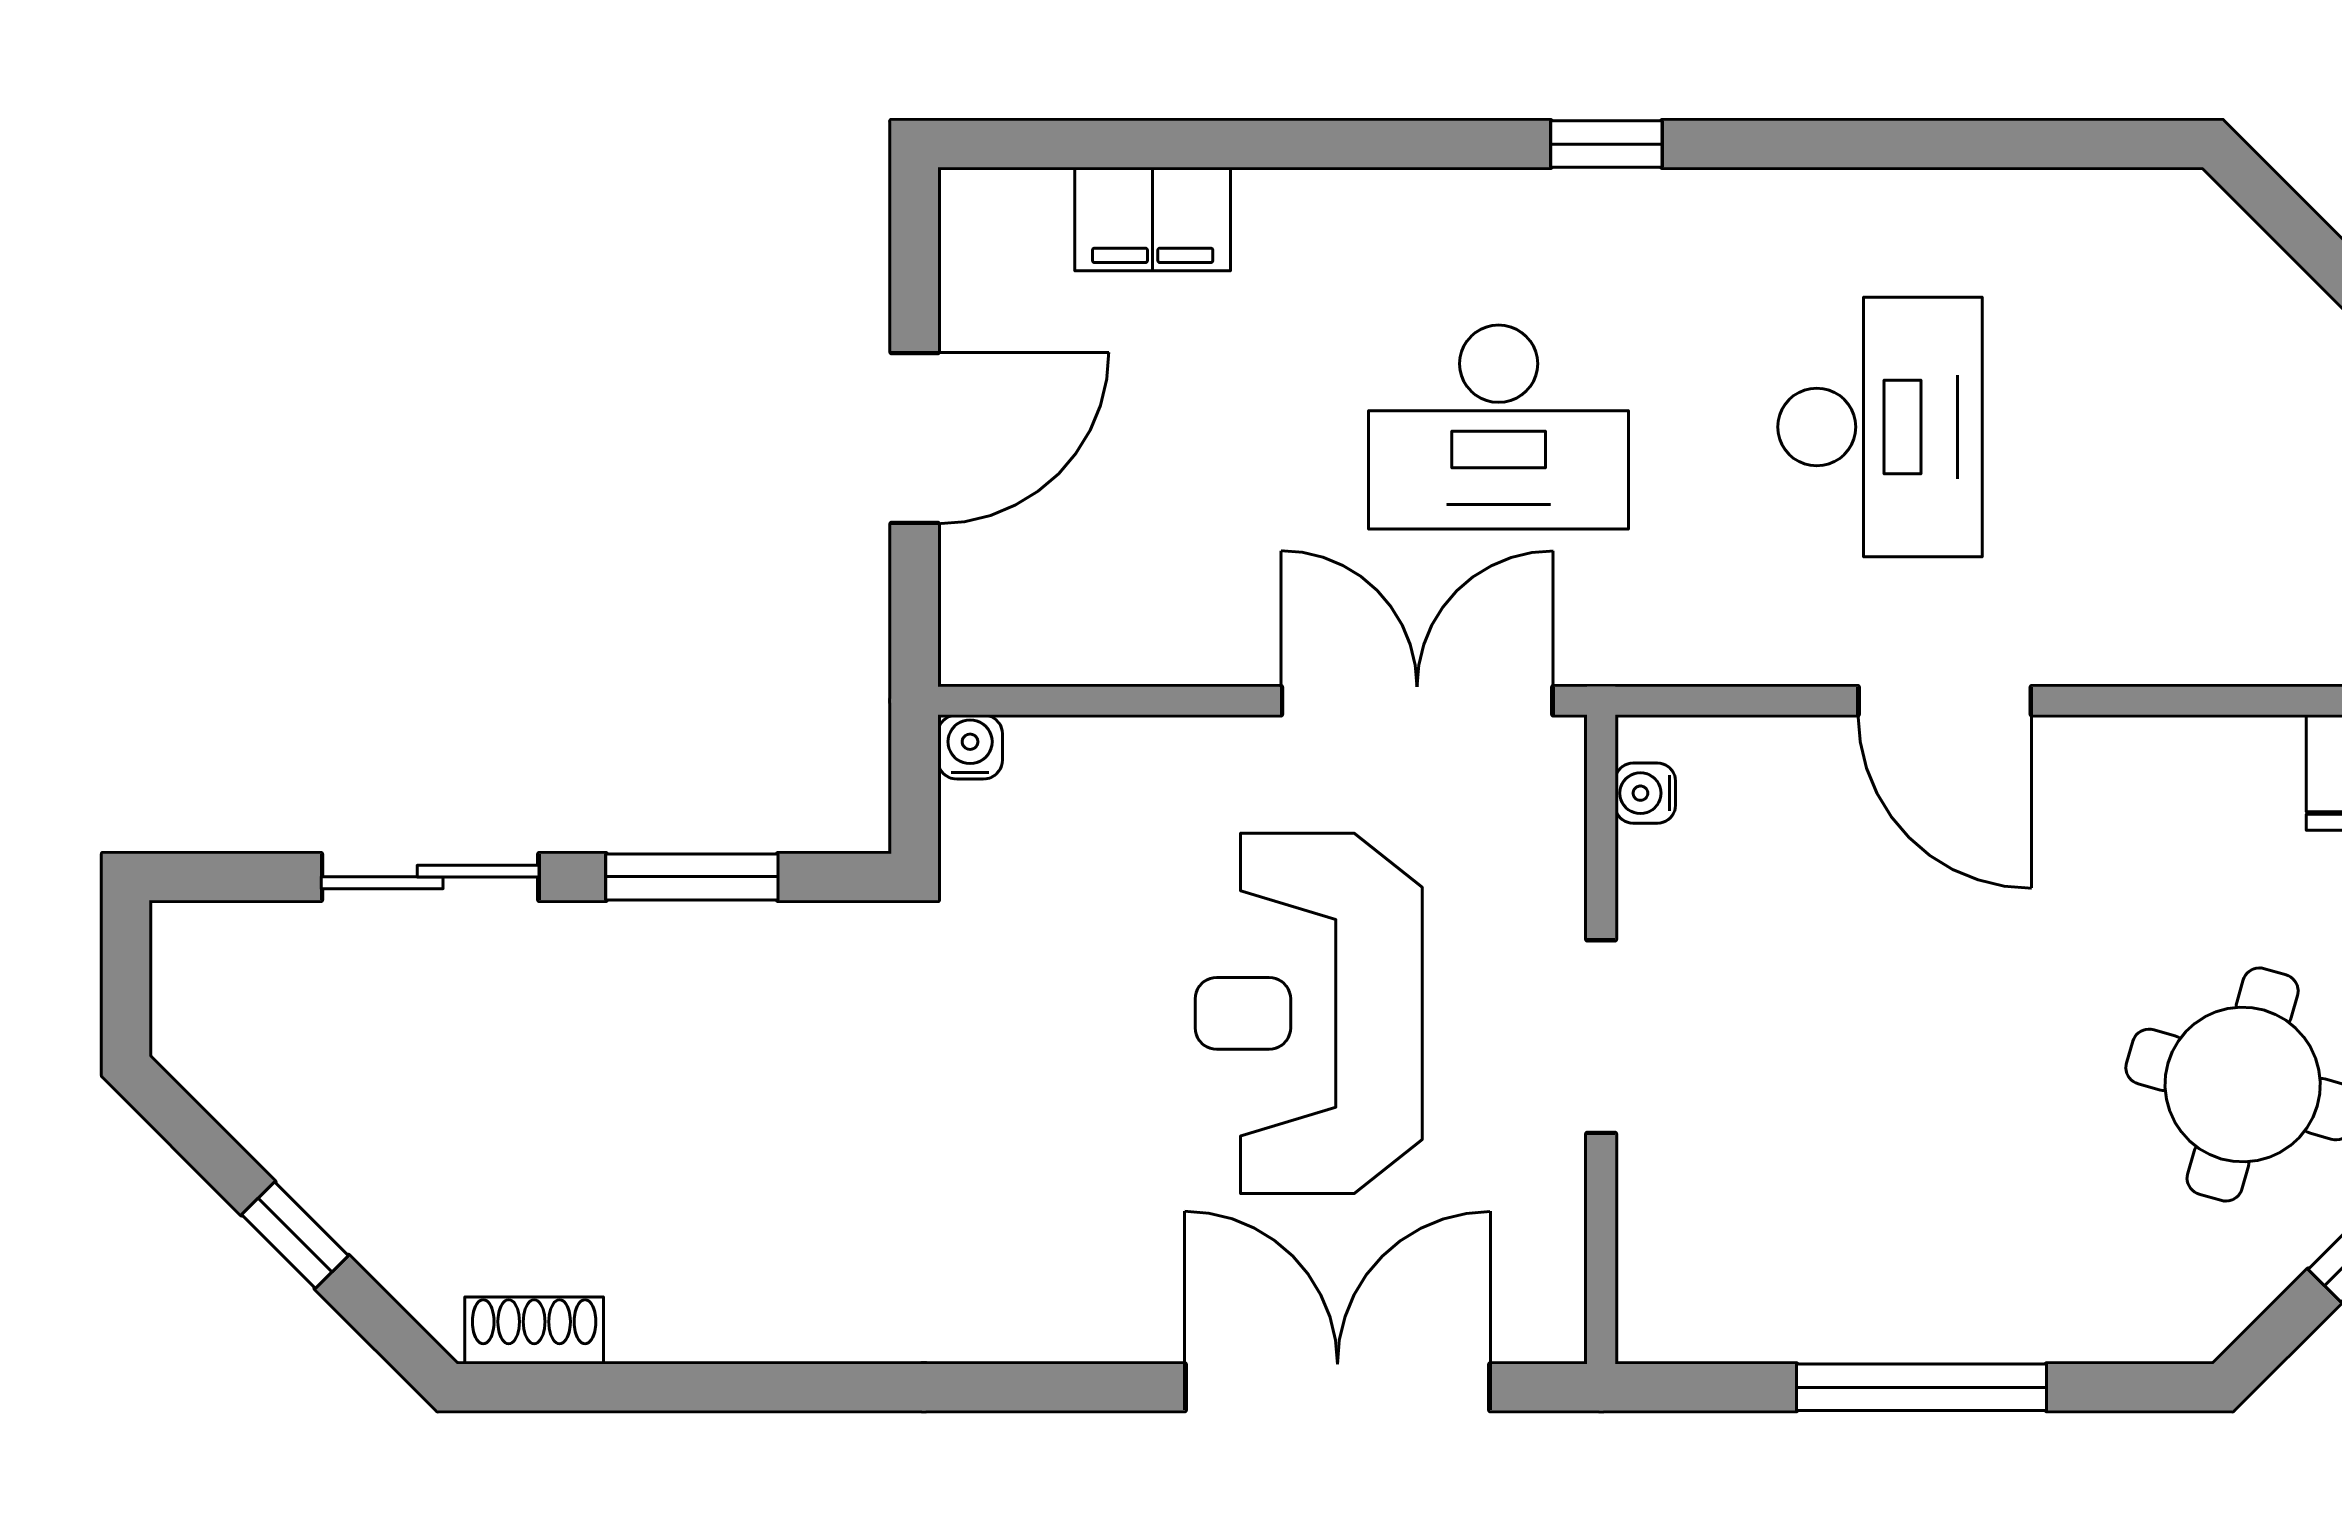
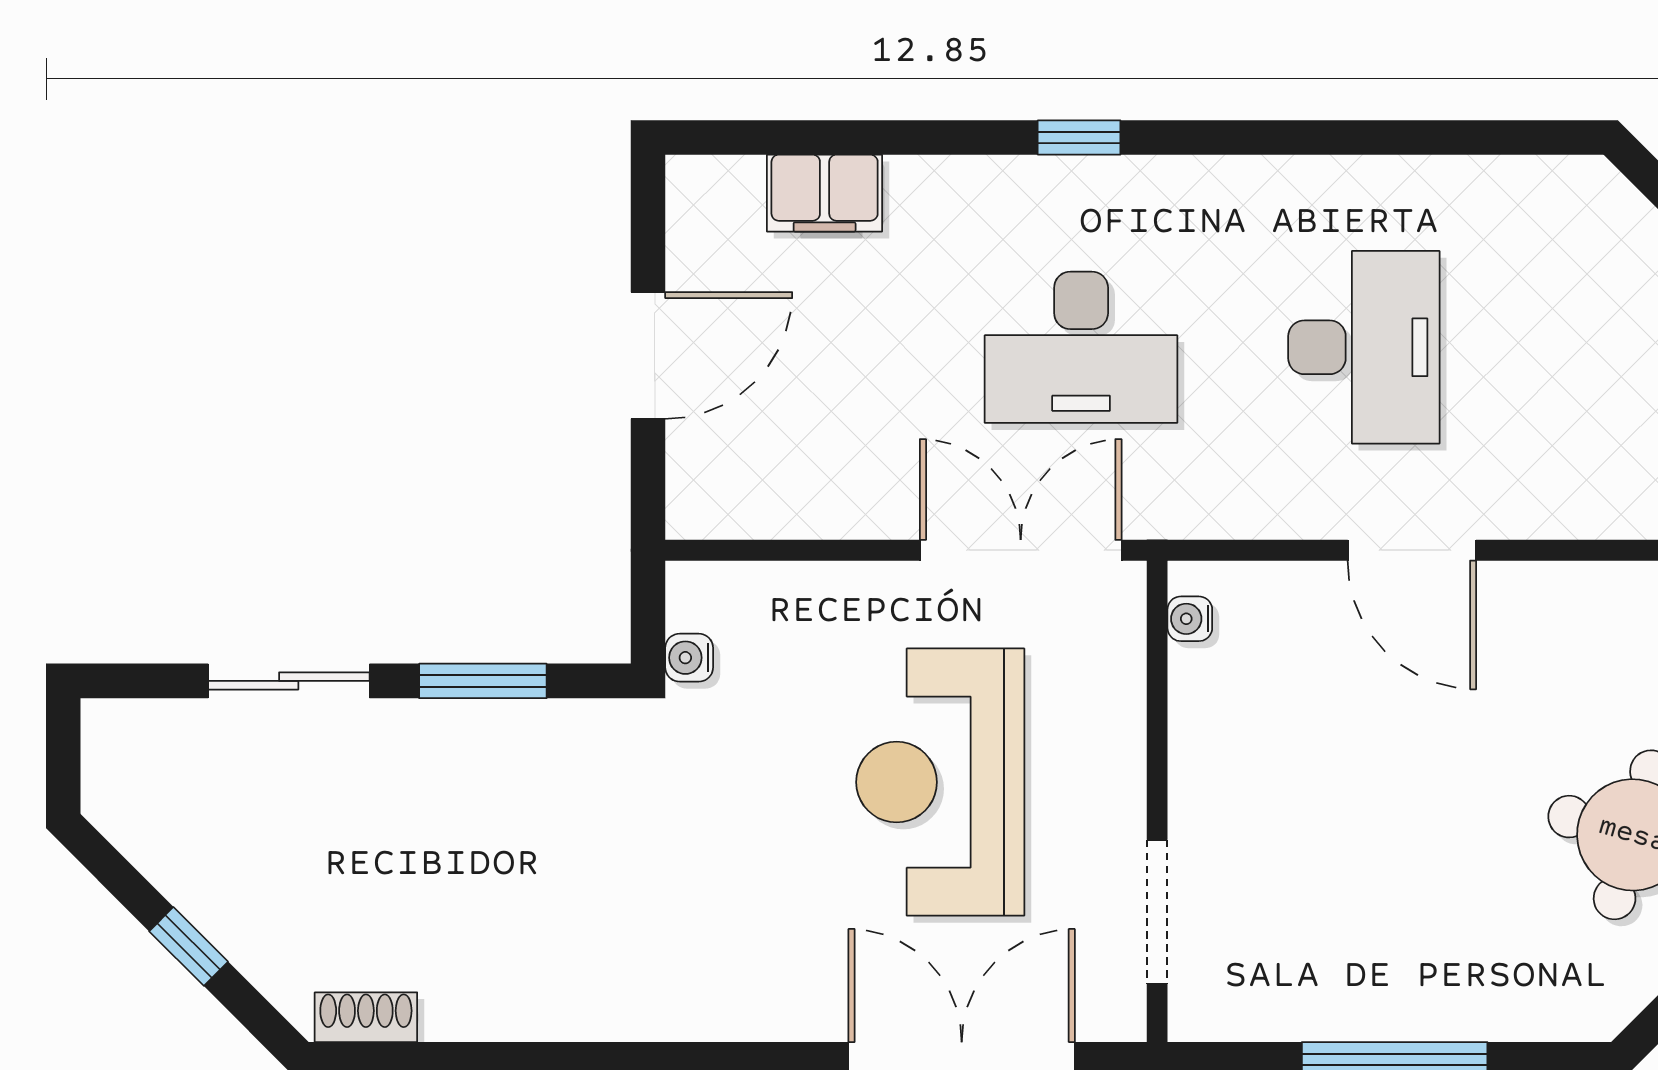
window: (1606, 144) -> (1079, 137), moved
water cooler: (970, 747) -> (689, 658), moved, turned -90
doorway: (1601, 1037) -> (1157, 912), moved

